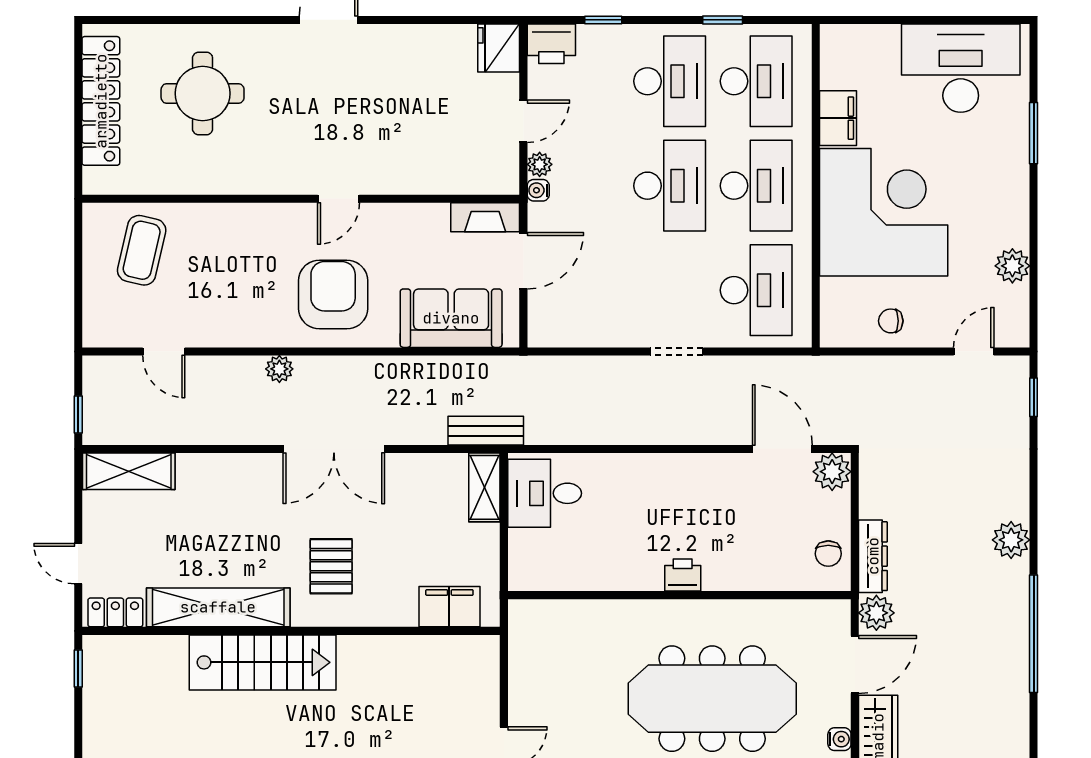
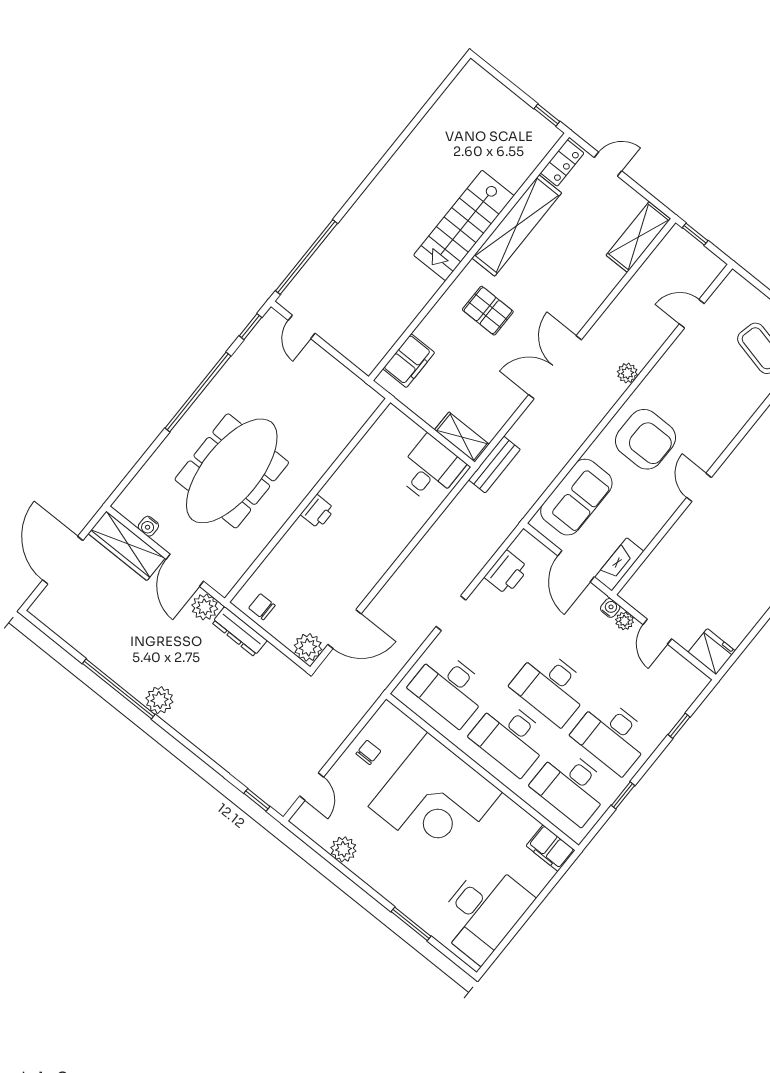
printer: (551, 44) -> (507, 573), moved, turned 180
filing cabinet: (838, 118) -> (550, 848), moved
plant: (1011, 540) -> (159, 700), moved

